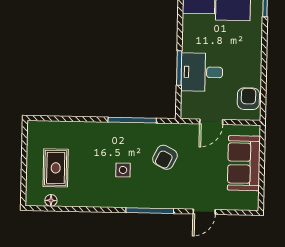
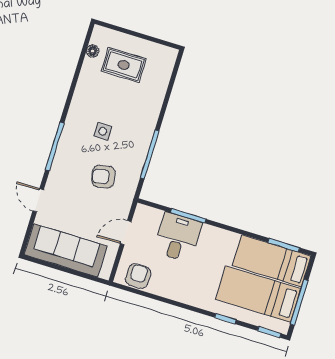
armchair: (248, 99) -> (138, 276), turned -90
door: (211, 122) -> (126, 233), hinge flipped
armchair: (165, 157) -> (103, 177), turned -38
sofa: (244, 163) -> (66, 250), width x1.36

